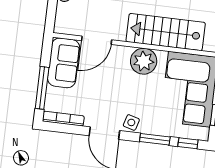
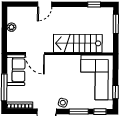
door: (97, 40) -> (35, 53), hinge flipped
plant: (144, 61) -> (66, 63), removed

